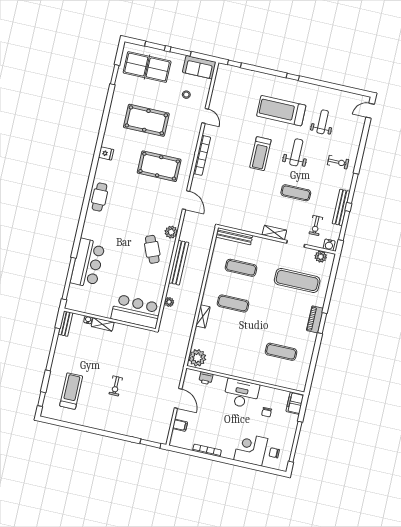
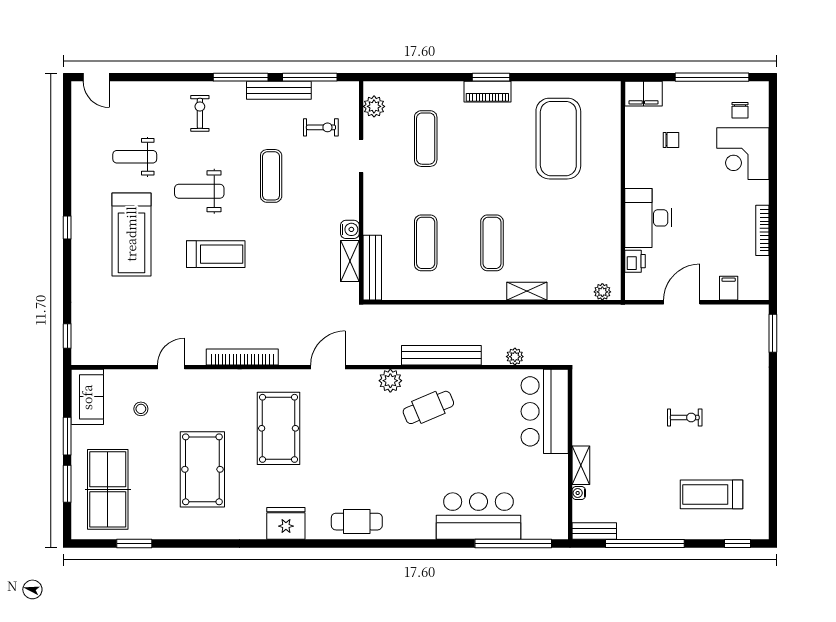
fridge: (106, 153) -> (286, 523), width x1.88, depth x1.34
shelving: (274, 233) -> (350, 261), moved
water cooler: (329, 245) -> (350, 229), moved
exercise mat: (297, 280) -> (426, 139), width x0.73, depth x0.69
exercise mat: (281, 352) -> (558, 139), width x2.00, depth x1.45
plant: (197, 358) -> (602, 292), width x0.53, depth x0.53
desk: (241, 394) -> (648, 218), moved

